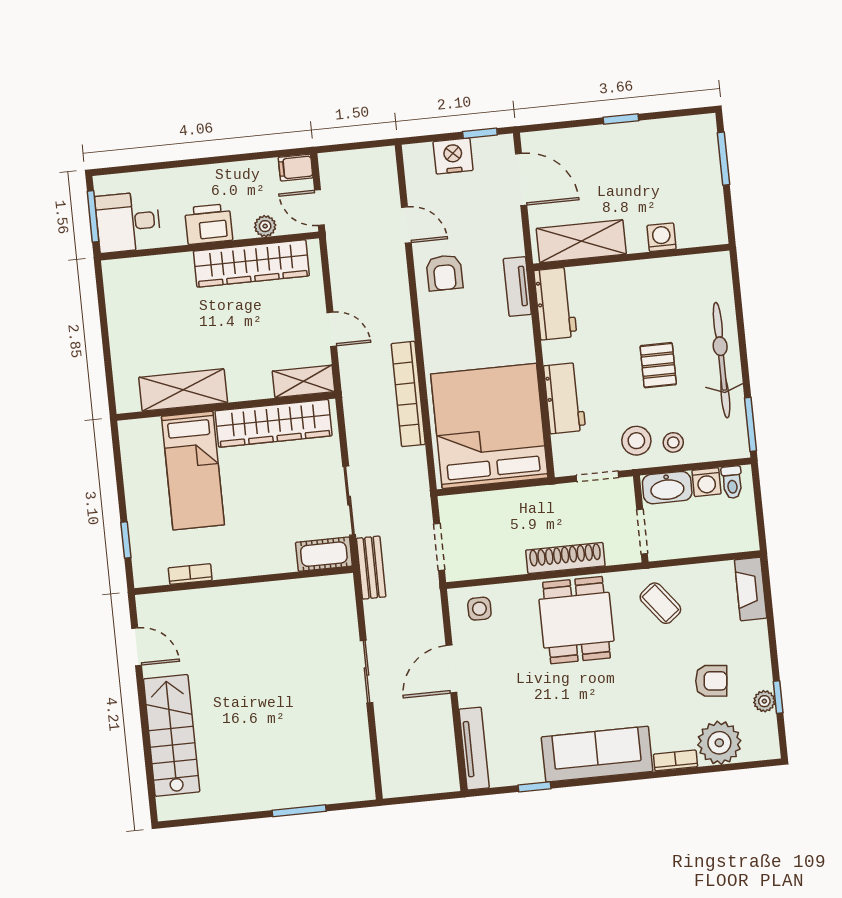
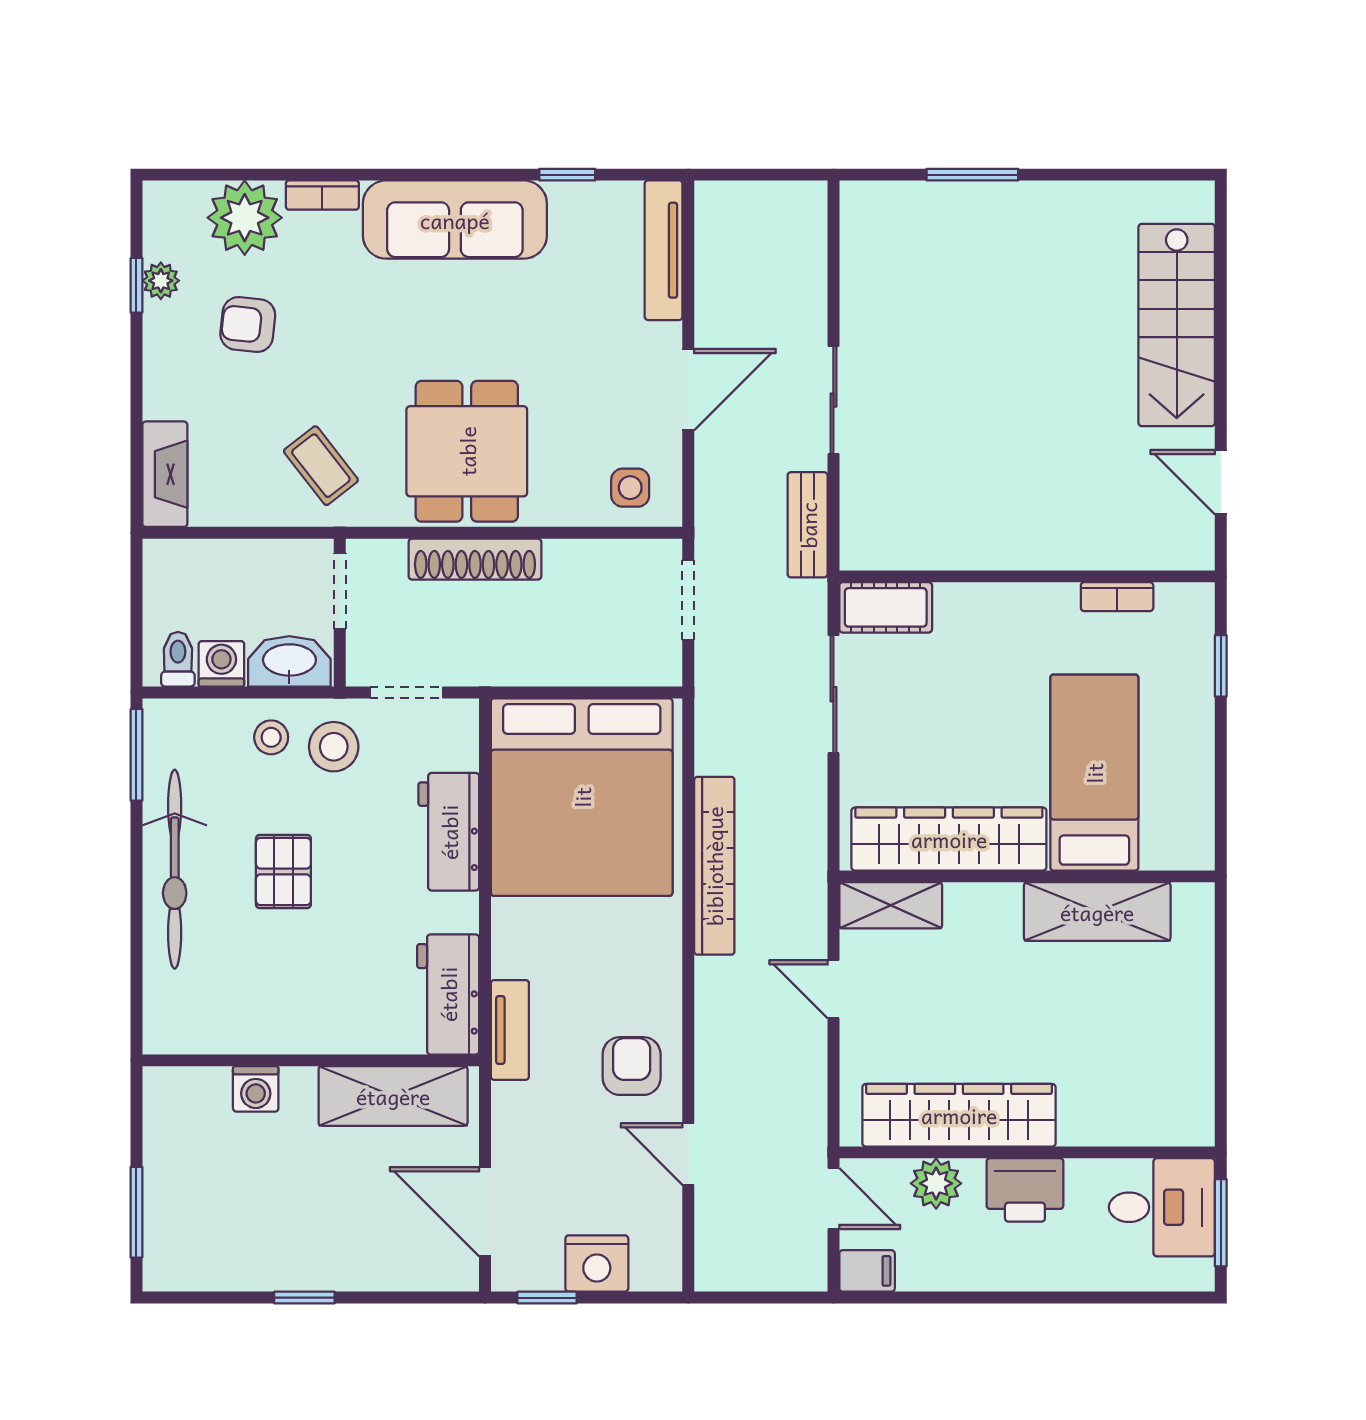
plant: (265, 226) -> (936, 1183), width x1.38, depth x1.38
bench: (371, 568) -> (808, 525), moved

